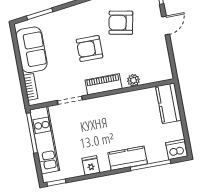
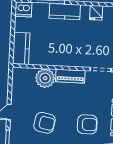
armchair: (90, 48) -> (87, 124), moved
plant: (133, 80) -> (45, 78), width x1.88, depth x1.88

